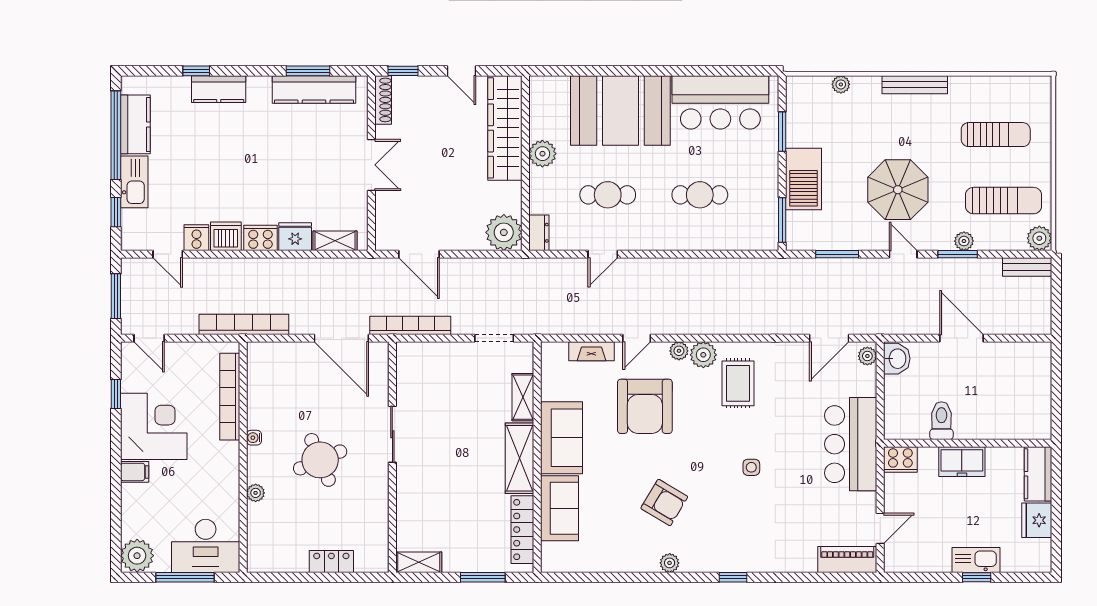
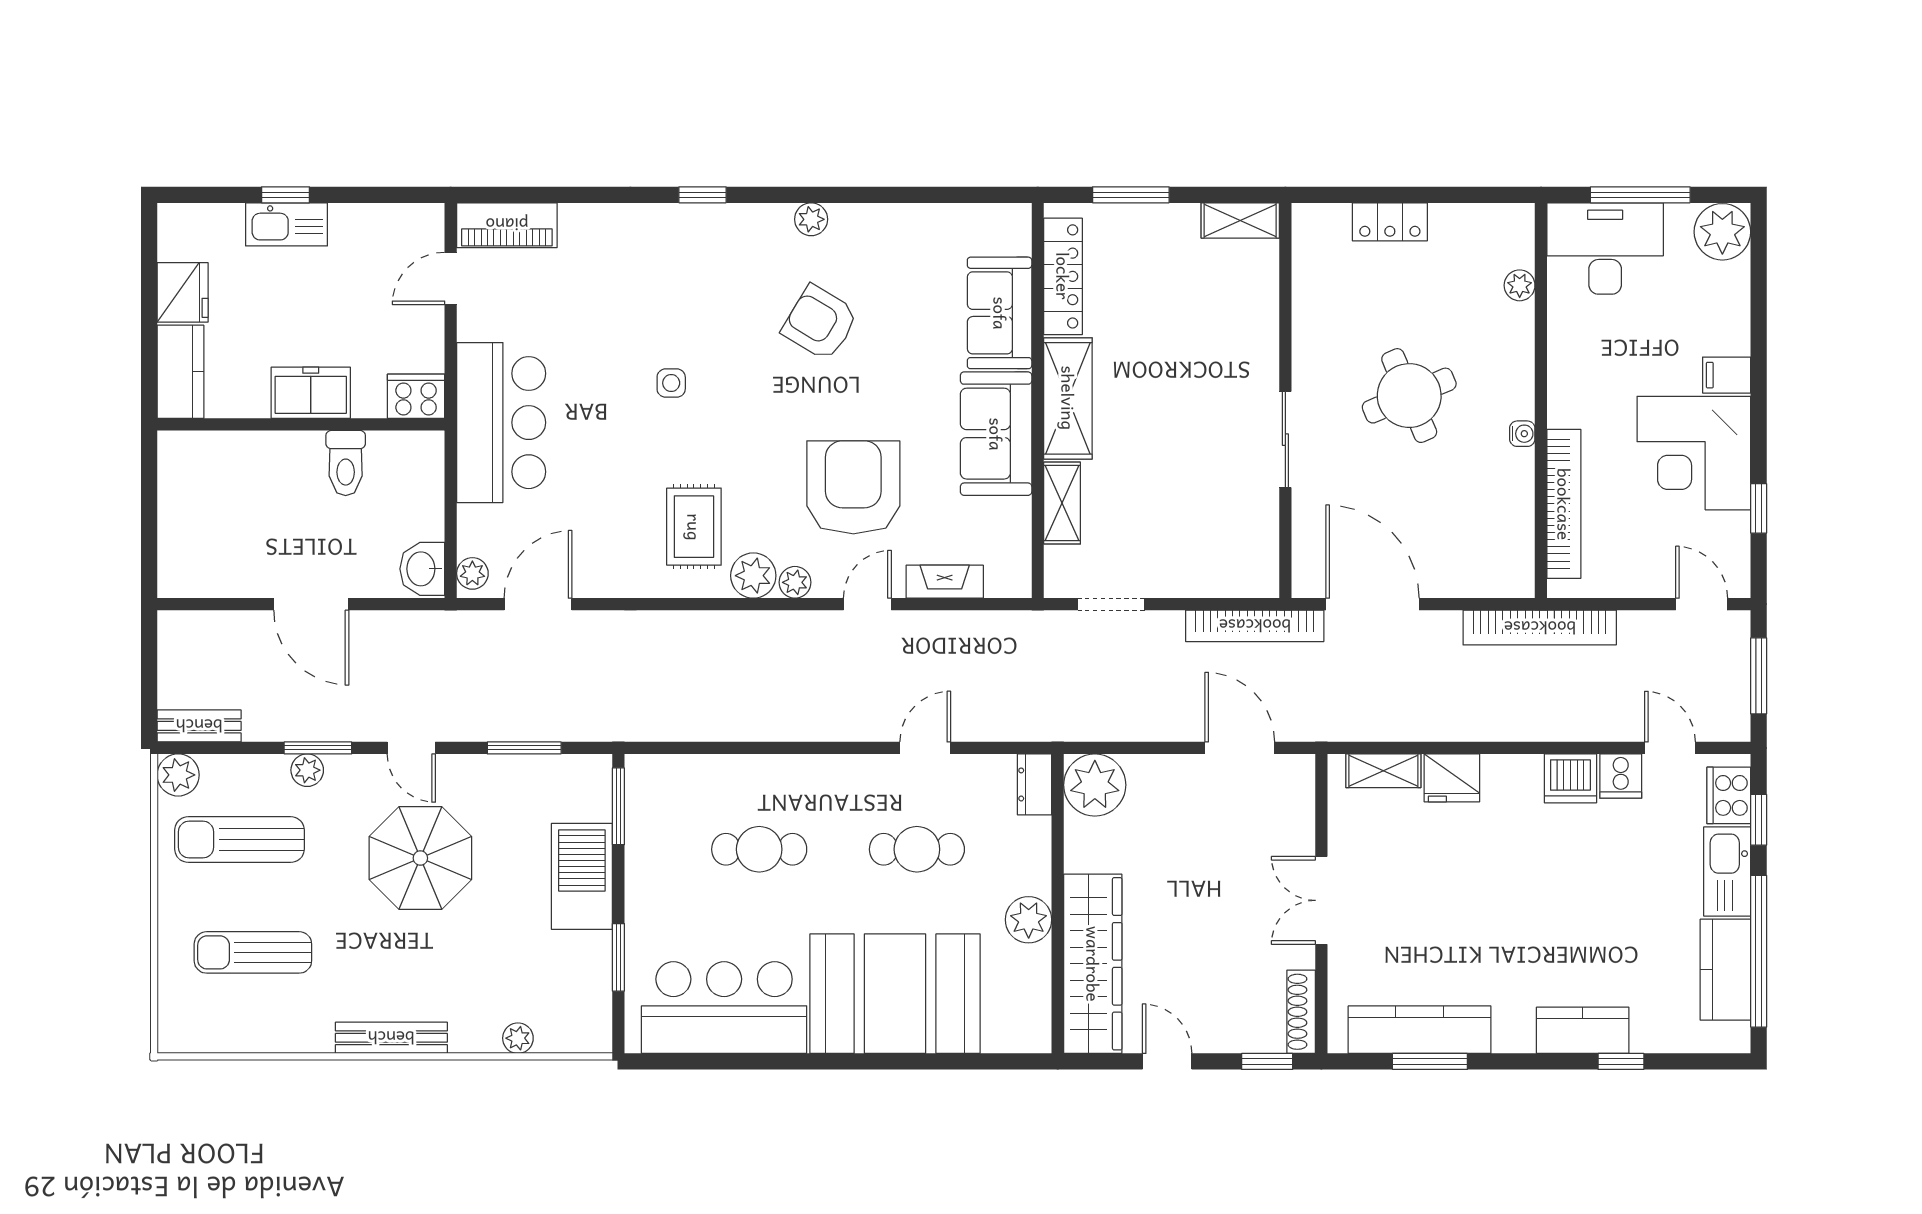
cooker: (260, 238) -> (1729, 795), moved, turned 90
plant: (256, 493) -> (1520, 285), moved

